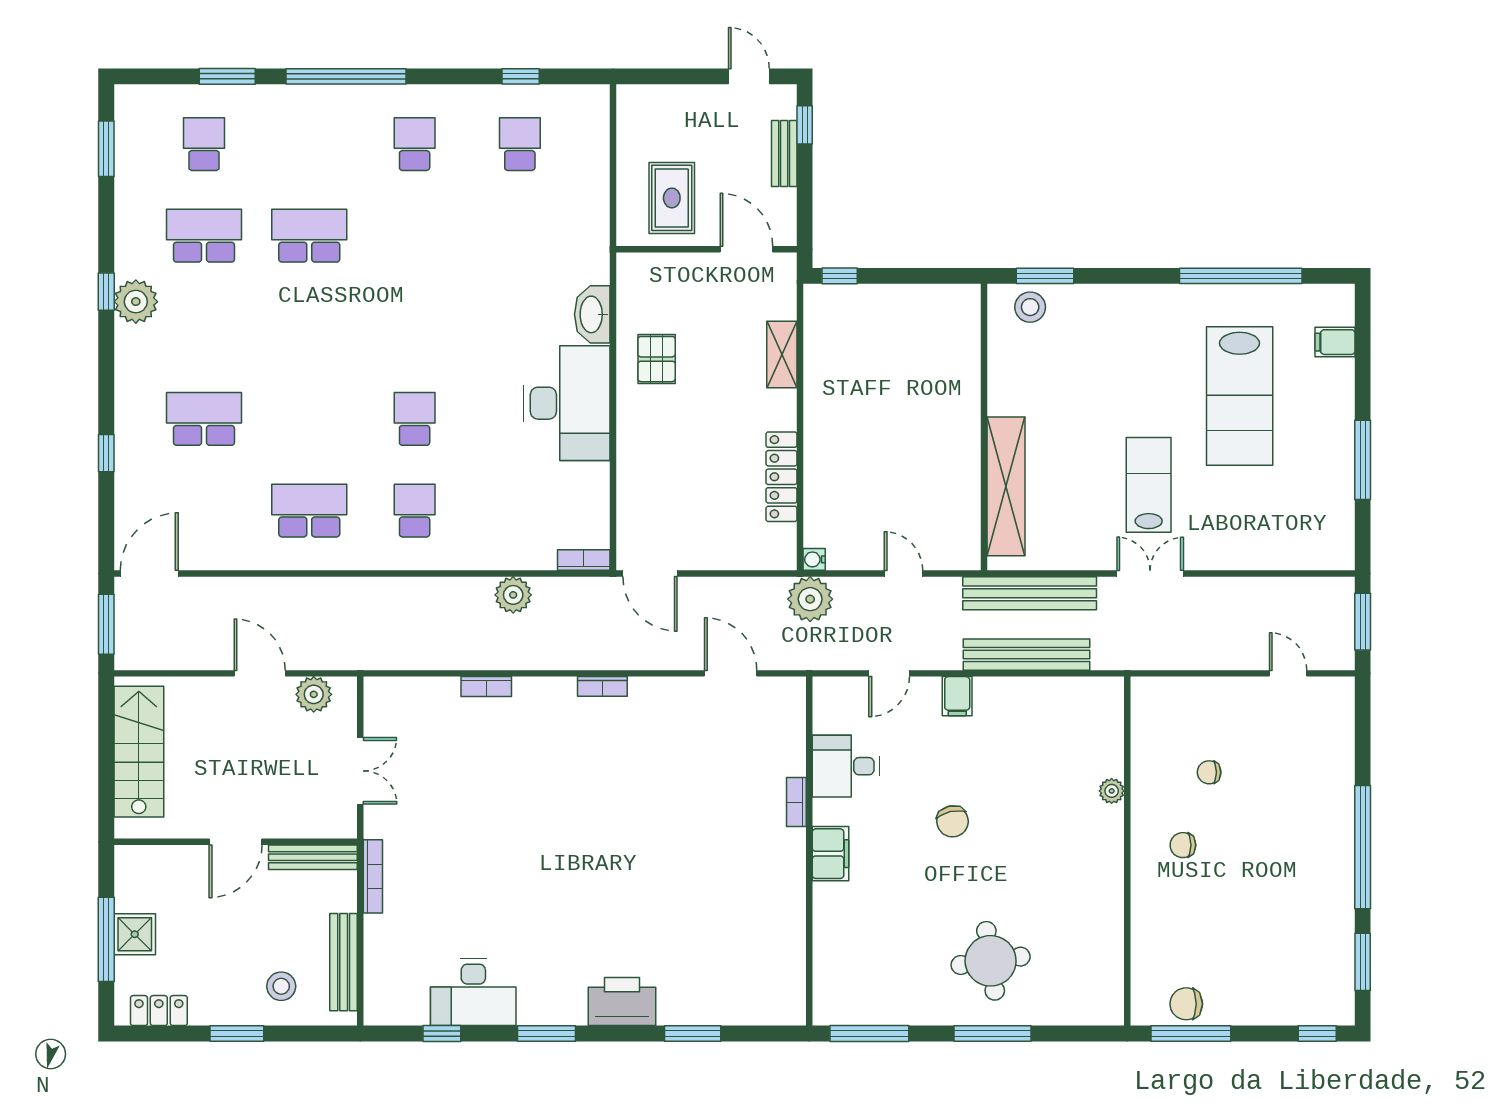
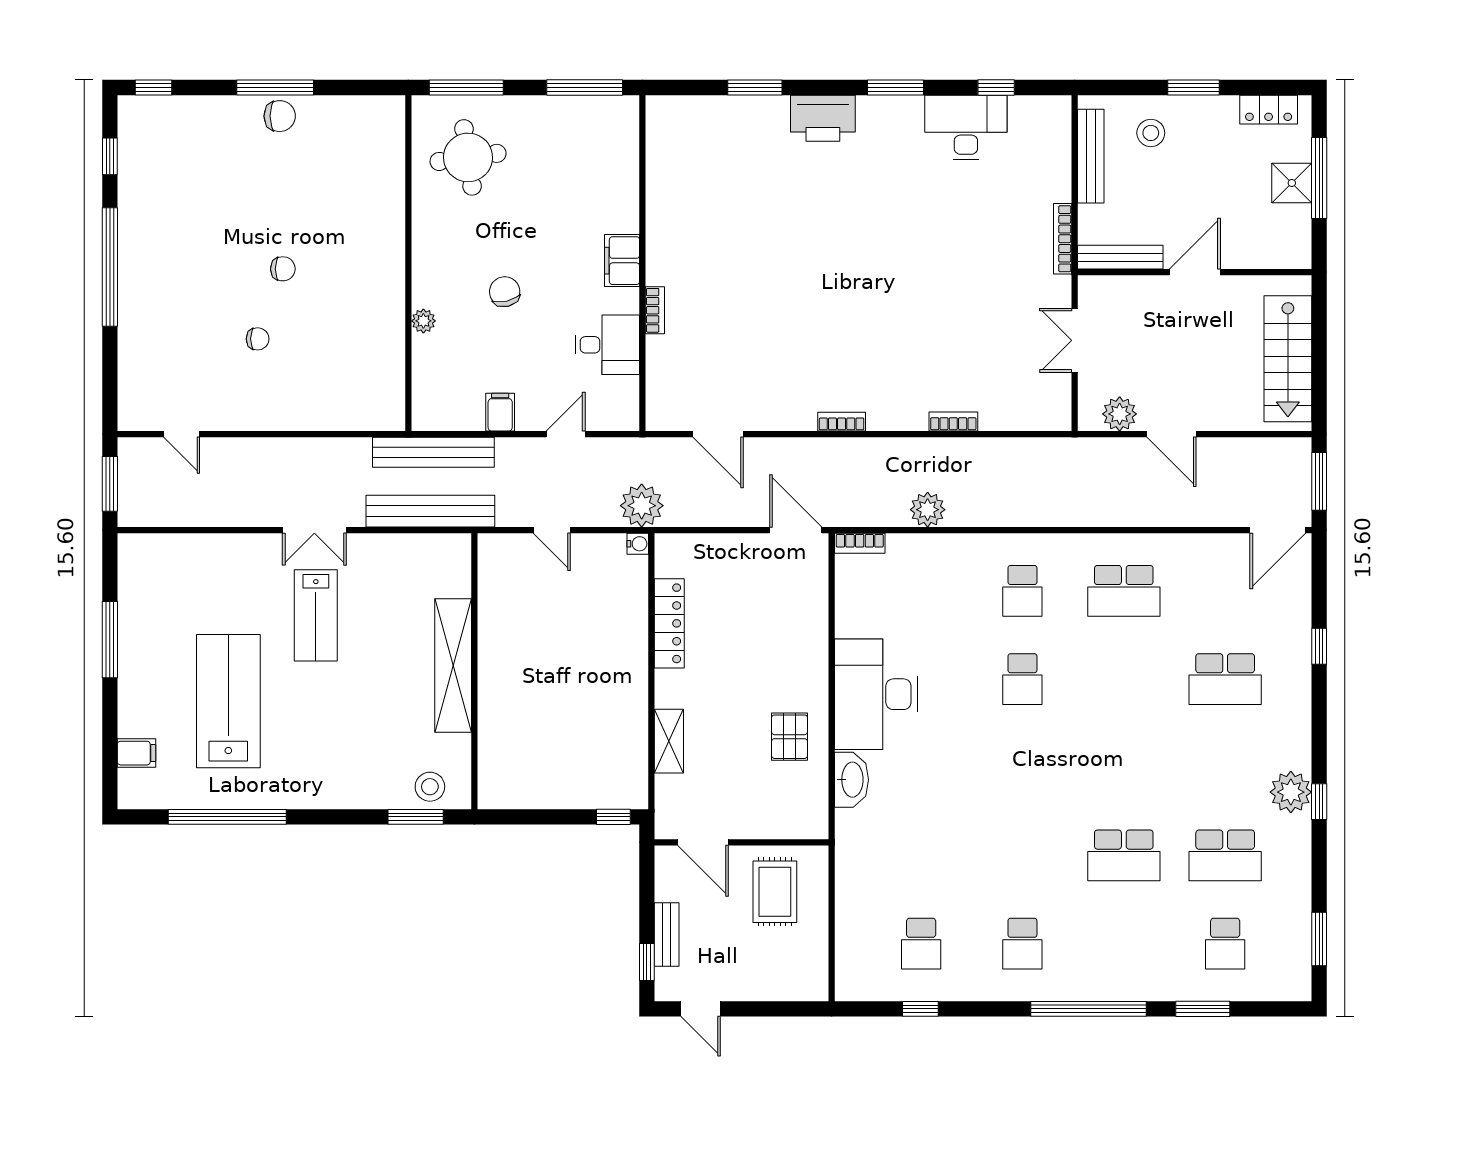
shelving: (1006, 486) -> (453, 666), moved
plant: (1112, 791) -> (423, 321), moved
wall: (1127, 851) -> (408, 263), moved
window: (1363, 962) -> (110, 156), width x0.67

